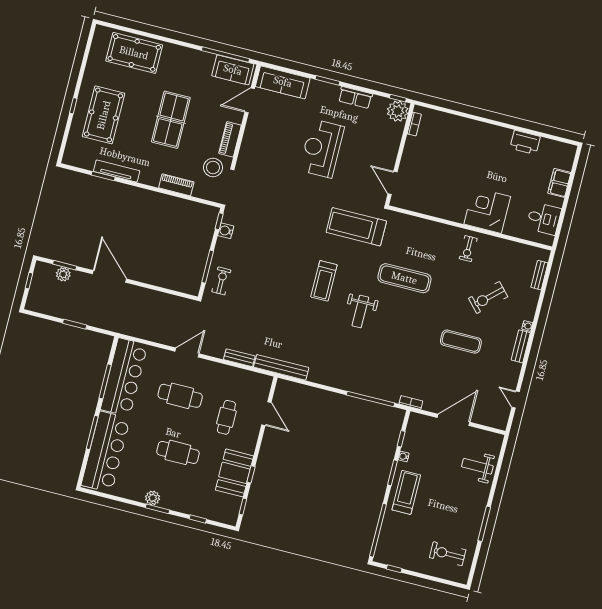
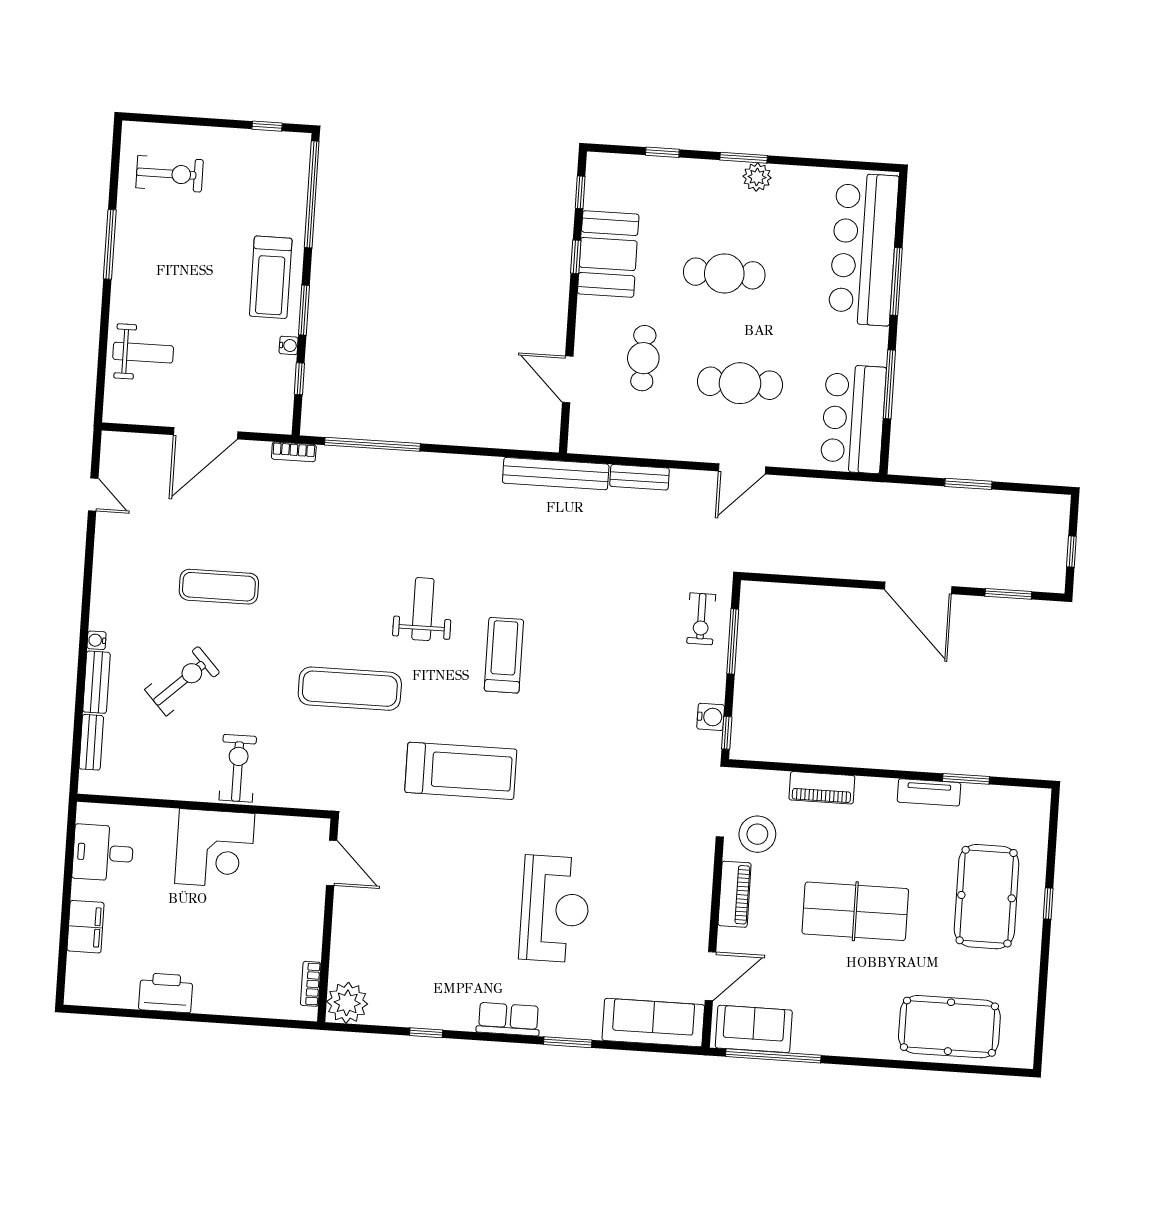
plant: (398, 111) -> (347, 1003), moved
table tennis table: (171, 120) -> (855, 911), turned 90
bookcase: (414, 124) -> (311, 984), moved
wall: (400, 154) -> (328, 920), moved
tv unit: (117, 171) -> (929, 792), width x0.71
door: (393, 183) -> (332, 863), moved
exercise bike: (468, 249) -> (238, 768), width x1.38, depth x1.39
plant: (63, 274) -> (1008, 576), removed
bench: (521, 346) -> (96, 682), moved
bar counter: (124, 377) -> (853, 419), width x0.73

